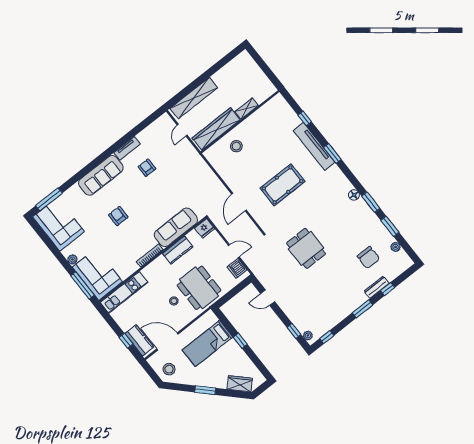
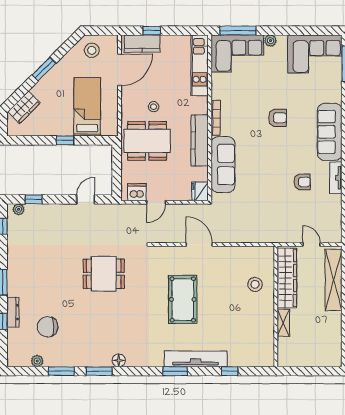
kitchen counter: (178, 250) -> (200, 140), width x1.50

